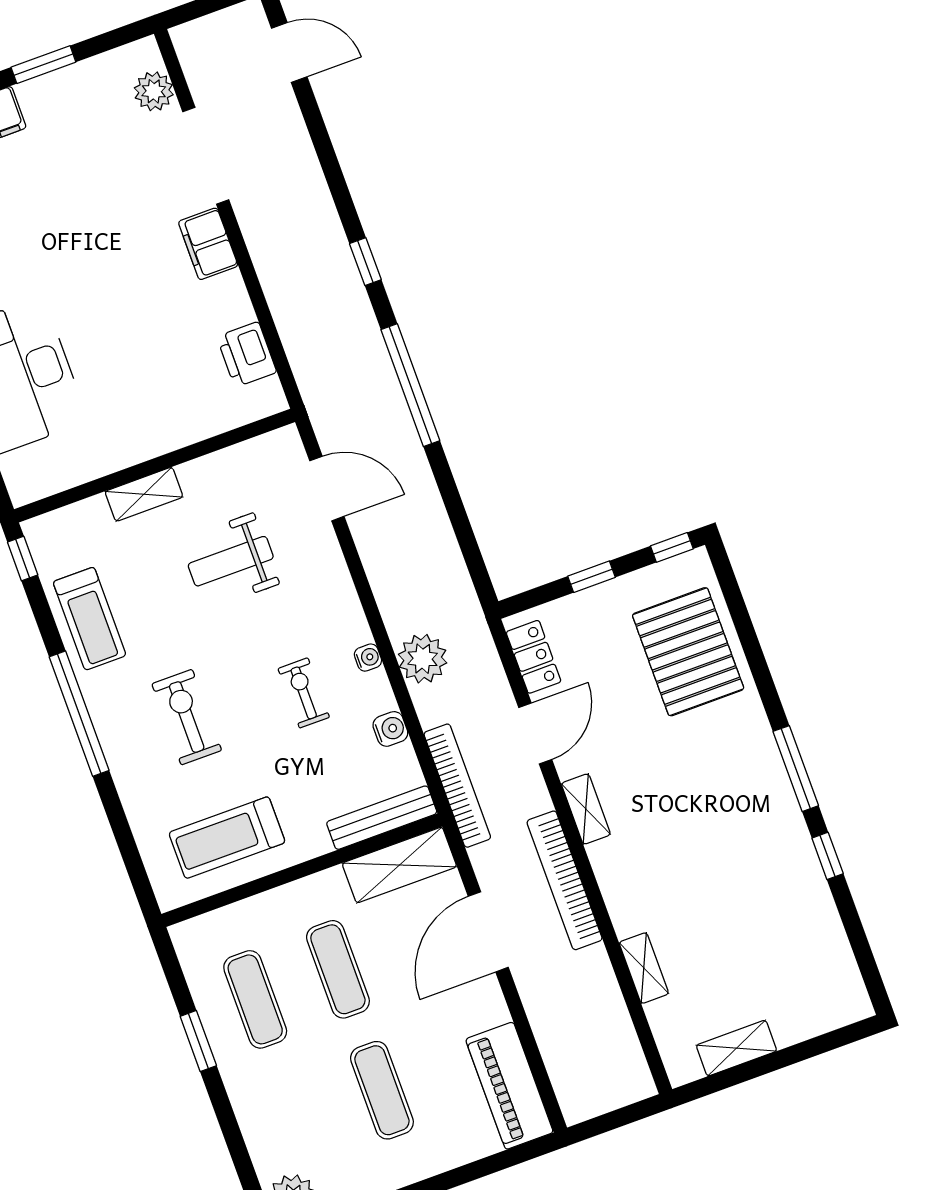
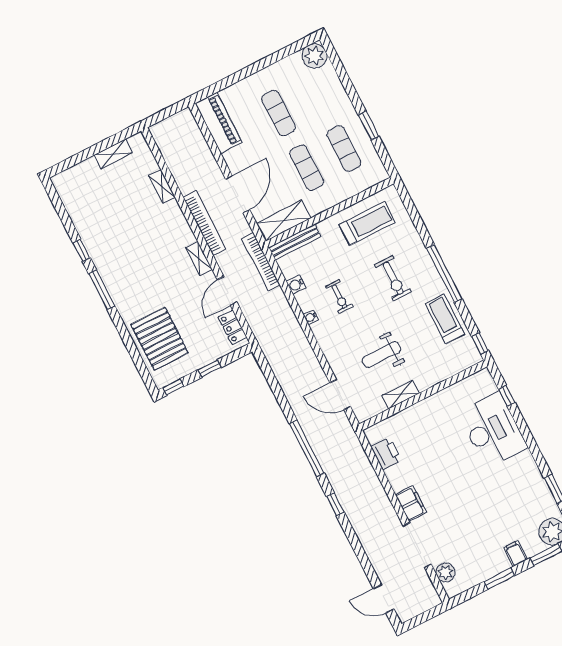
shelving: (144, 494) -> (401, 394), moved
weight bench: (231, 561) -> (381, 355), turned 180
plant: (423, 659) -> (285, 320), removed

